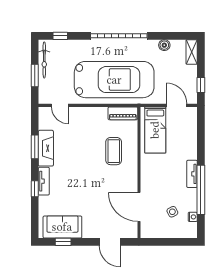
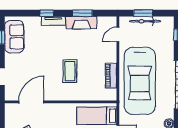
bicycle: (44, 60) -> (145, 21), moved
piano: (123, 113) -> (111, 76), moved
coffee table: (114, 151) -> (70, 71), moved, turned 90

